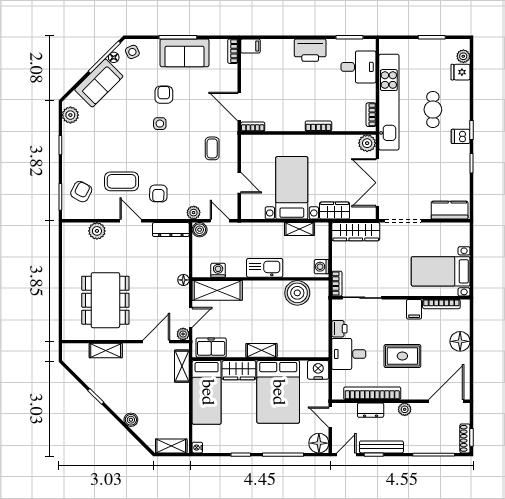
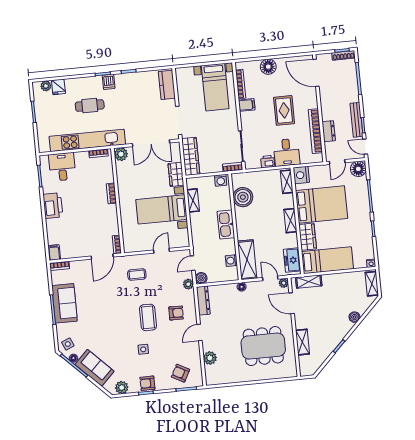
armchair: (164, 95) -> (147, 383), moved
side table: (160, 124) -> (143, 349), moved
coffee table: (122, 181) -> (148, 317), moved
shelving: (311, 351) -> (287, 182), added
plant: (405, 409) -> (325, 105), removed

